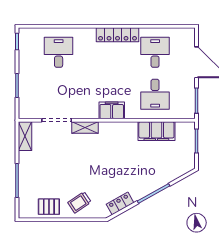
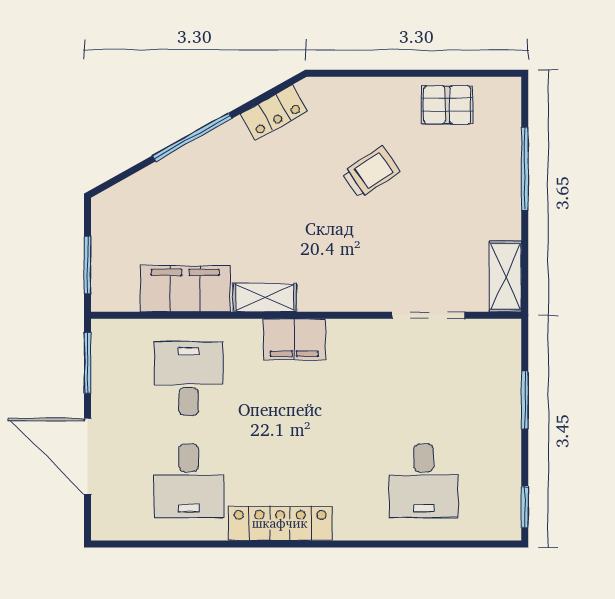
shelving: (85, 127) -> (265, 298), moved
trolley: (79, 202) -> (371, 172), moved

